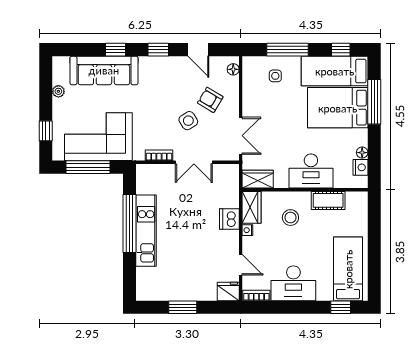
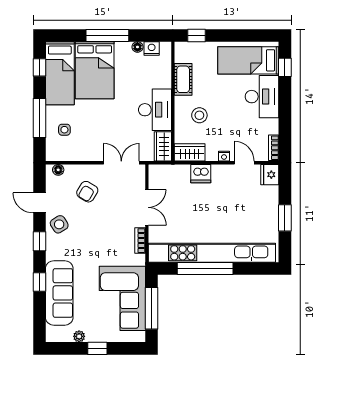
door: (198, 50) -> (39, 203), swing flipped
window: (374, 102) -> (107, 35), moved
side table: (188, 121) -> (59, 224), moved
window: (46, 131) -> (97, 348), moved
desk: (311, 171) -> (155, 110), moved
window: (374, 214) -> (196, 35), added
nightstand: (247, 230) -> (224, 156), moved
kitchen unit: (146, 231) -> (212, 253), width x1.86
door: (241, 265) -> (244, 163), hinge flipped
desk: (293, 283) -> (262, 97), moved

